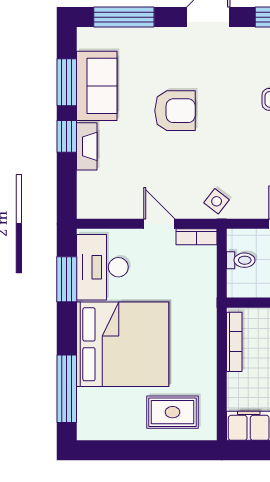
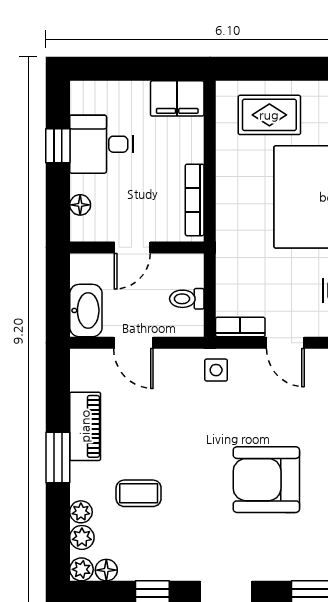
armchair: (175, 111) -> (266, 480), width x1.36, depth x1.36
side table: (217, 201) -> (216, 370), turned -38

